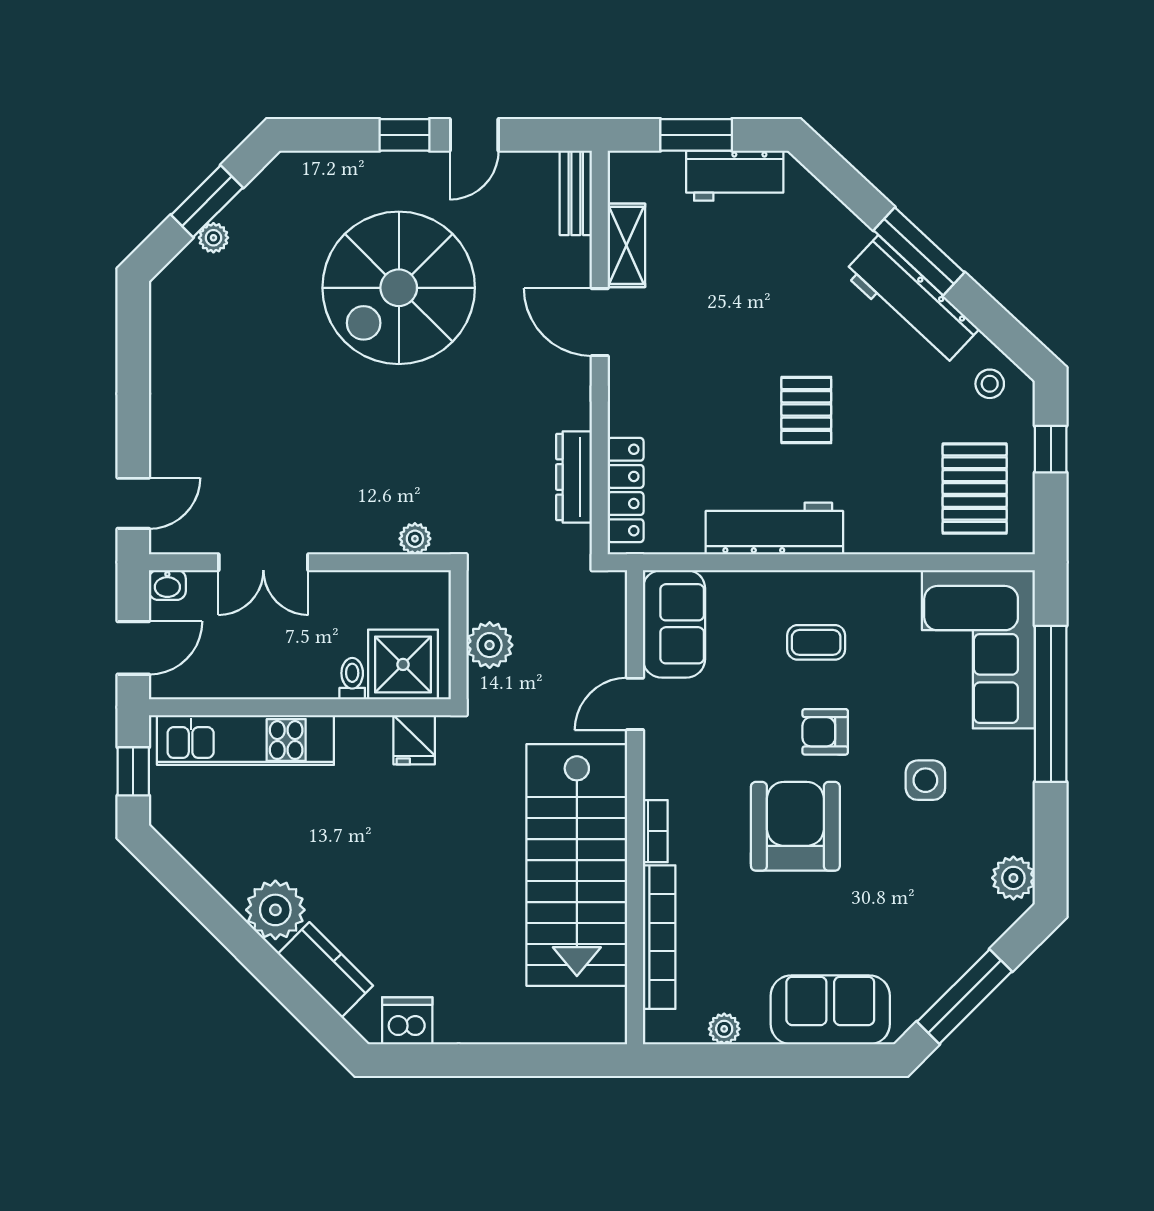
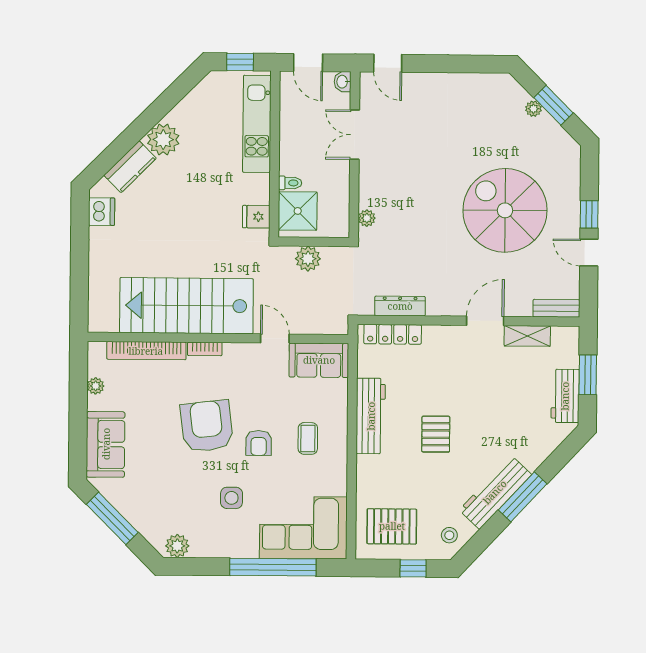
pallet: (806, 410) -> (436, 434), turned 90
armchair: (825, 732) -> (259, 443), turned 180
armchair: (795, 826) -> (207, 426), turned -97

